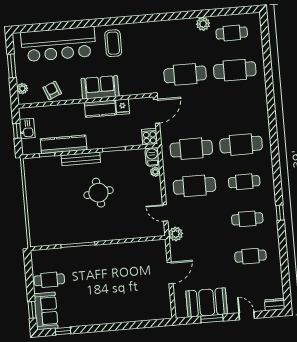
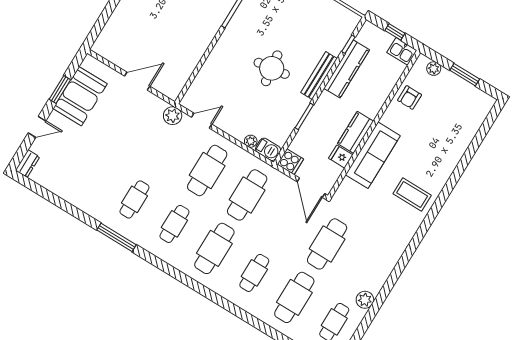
bar counter: (58, 44) -> (452, 138), removed
sofa: (100, 87) -> (373, 155), width x1.36
armchair: (52, 90) -> (410, 97), turned 113
kitchen sink: (27, 128) -> (402, 51), moved
window: (280, 213) -> (116, 237), width x2.17
cafe table: (250, 256) -> (254, 273), moved
door: (170, 273) -> (137, 81), swing flipped

